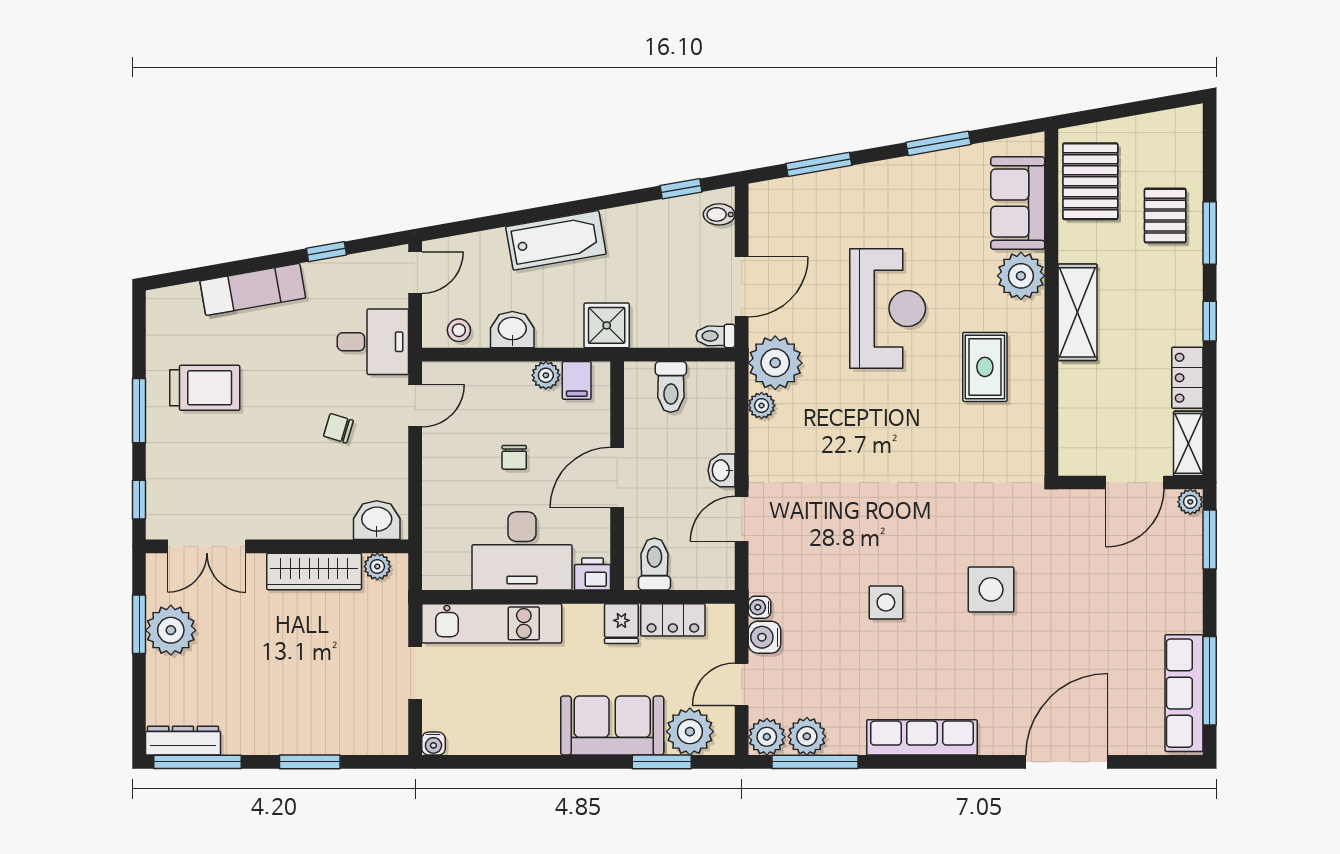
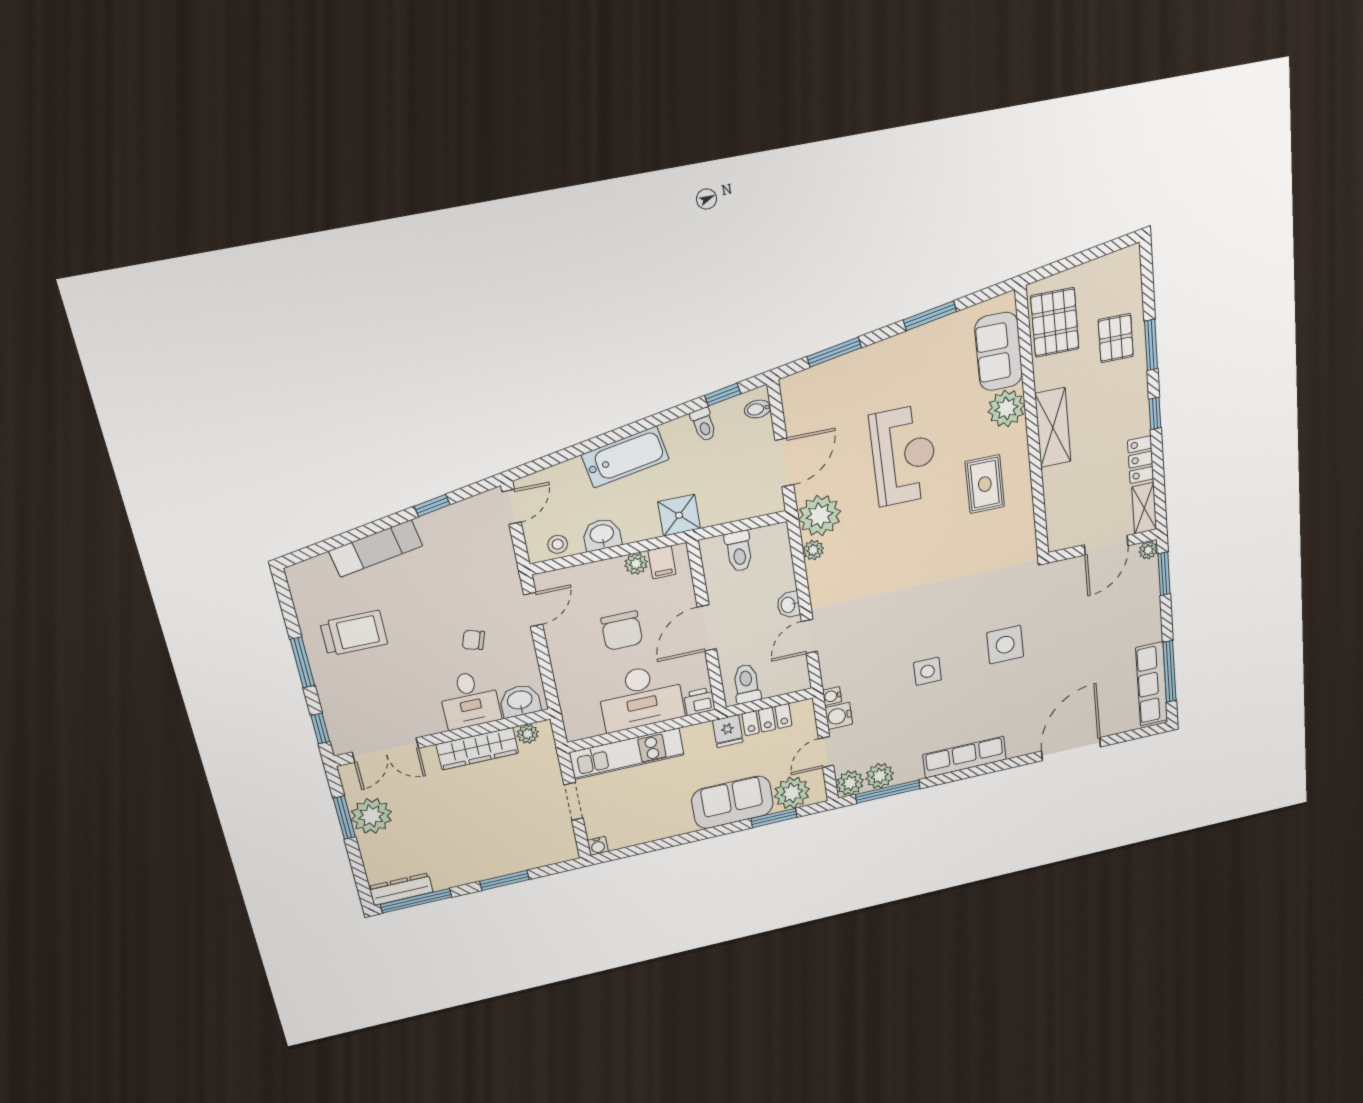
toilet: (715, 336) -> (704, 425), moved, turned -100
desk: (373, 342) -> (470, 700), moved, turned 90
chair: (514, 457) -> (622, 631), width x1.87, depth x1.87

